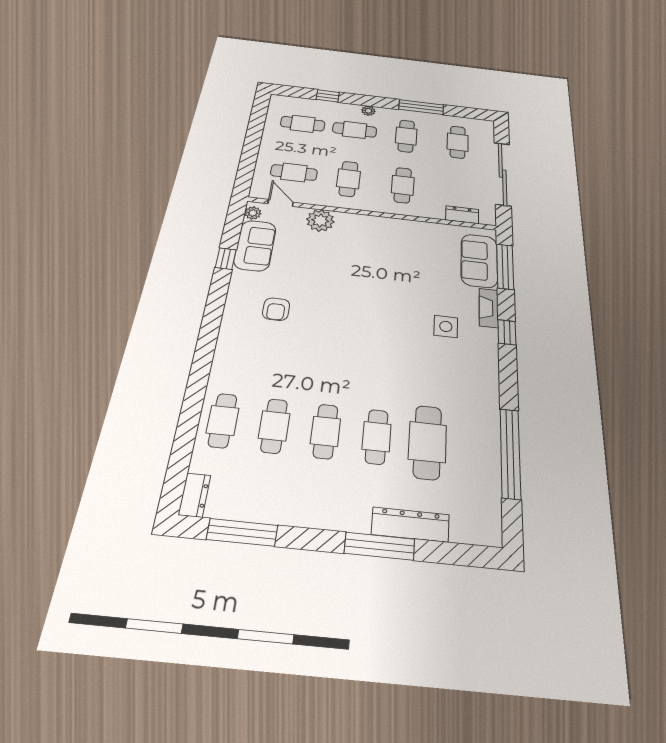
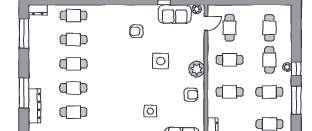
window: (328, 96) -> (296, 69), moved
plant: (320, 221) -> (197, 69), moved
armchair: (404, 239) -> (191, 95), added
side table: (339, 277) -> (161, 61), added
side table: (446, 326) -> (150, 111), moved
cafe table: (427, 442) -> (73, 112), width x0.73, depth x0.74

